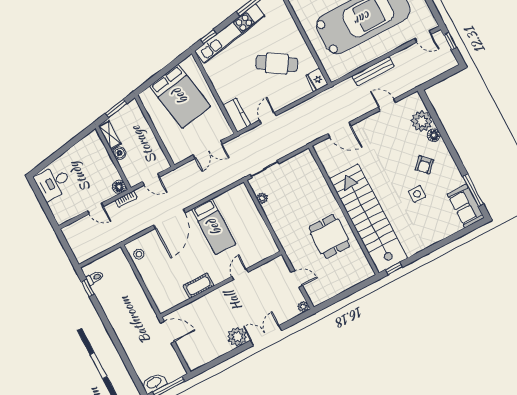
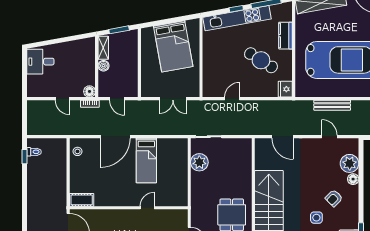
window: (209, 37) -> (236, 9), moved
kitchen counter: (237, 115) -> (285, 36), moved, turned 180
plant: (262, 198) -> (199, 162), width x1.88, depth x1.88
cot: (198, 286) -> (82, 200), moved

